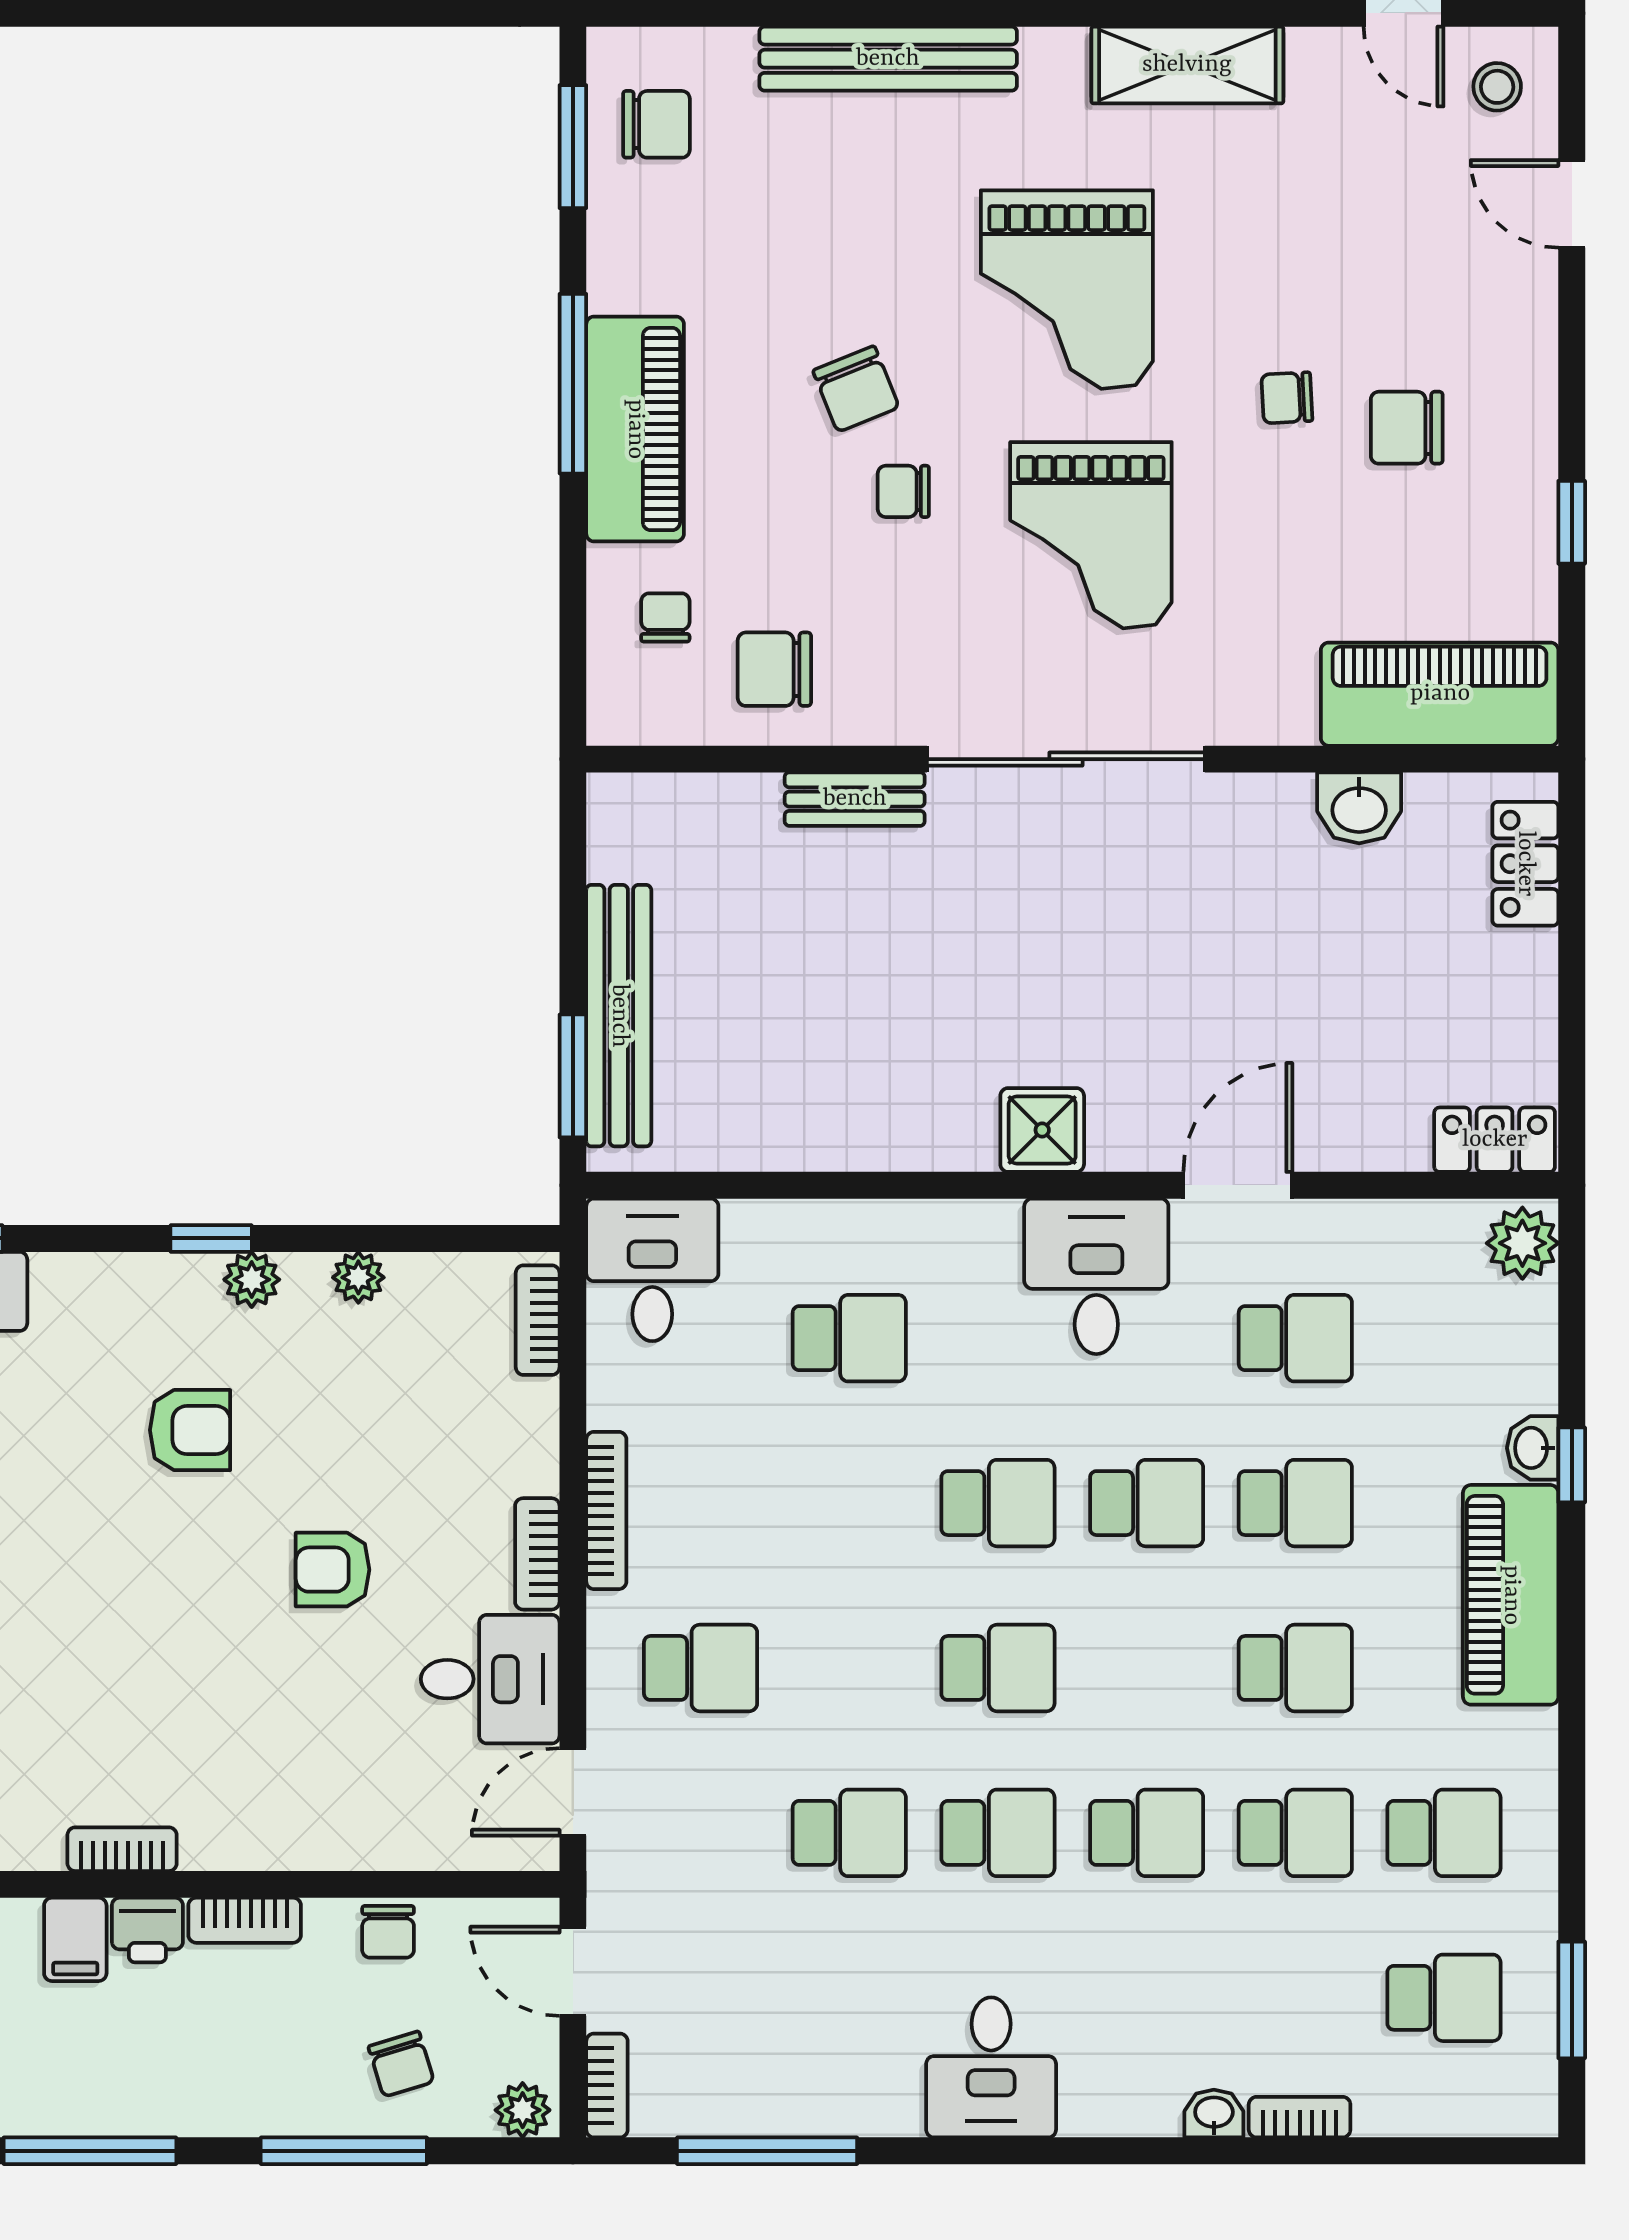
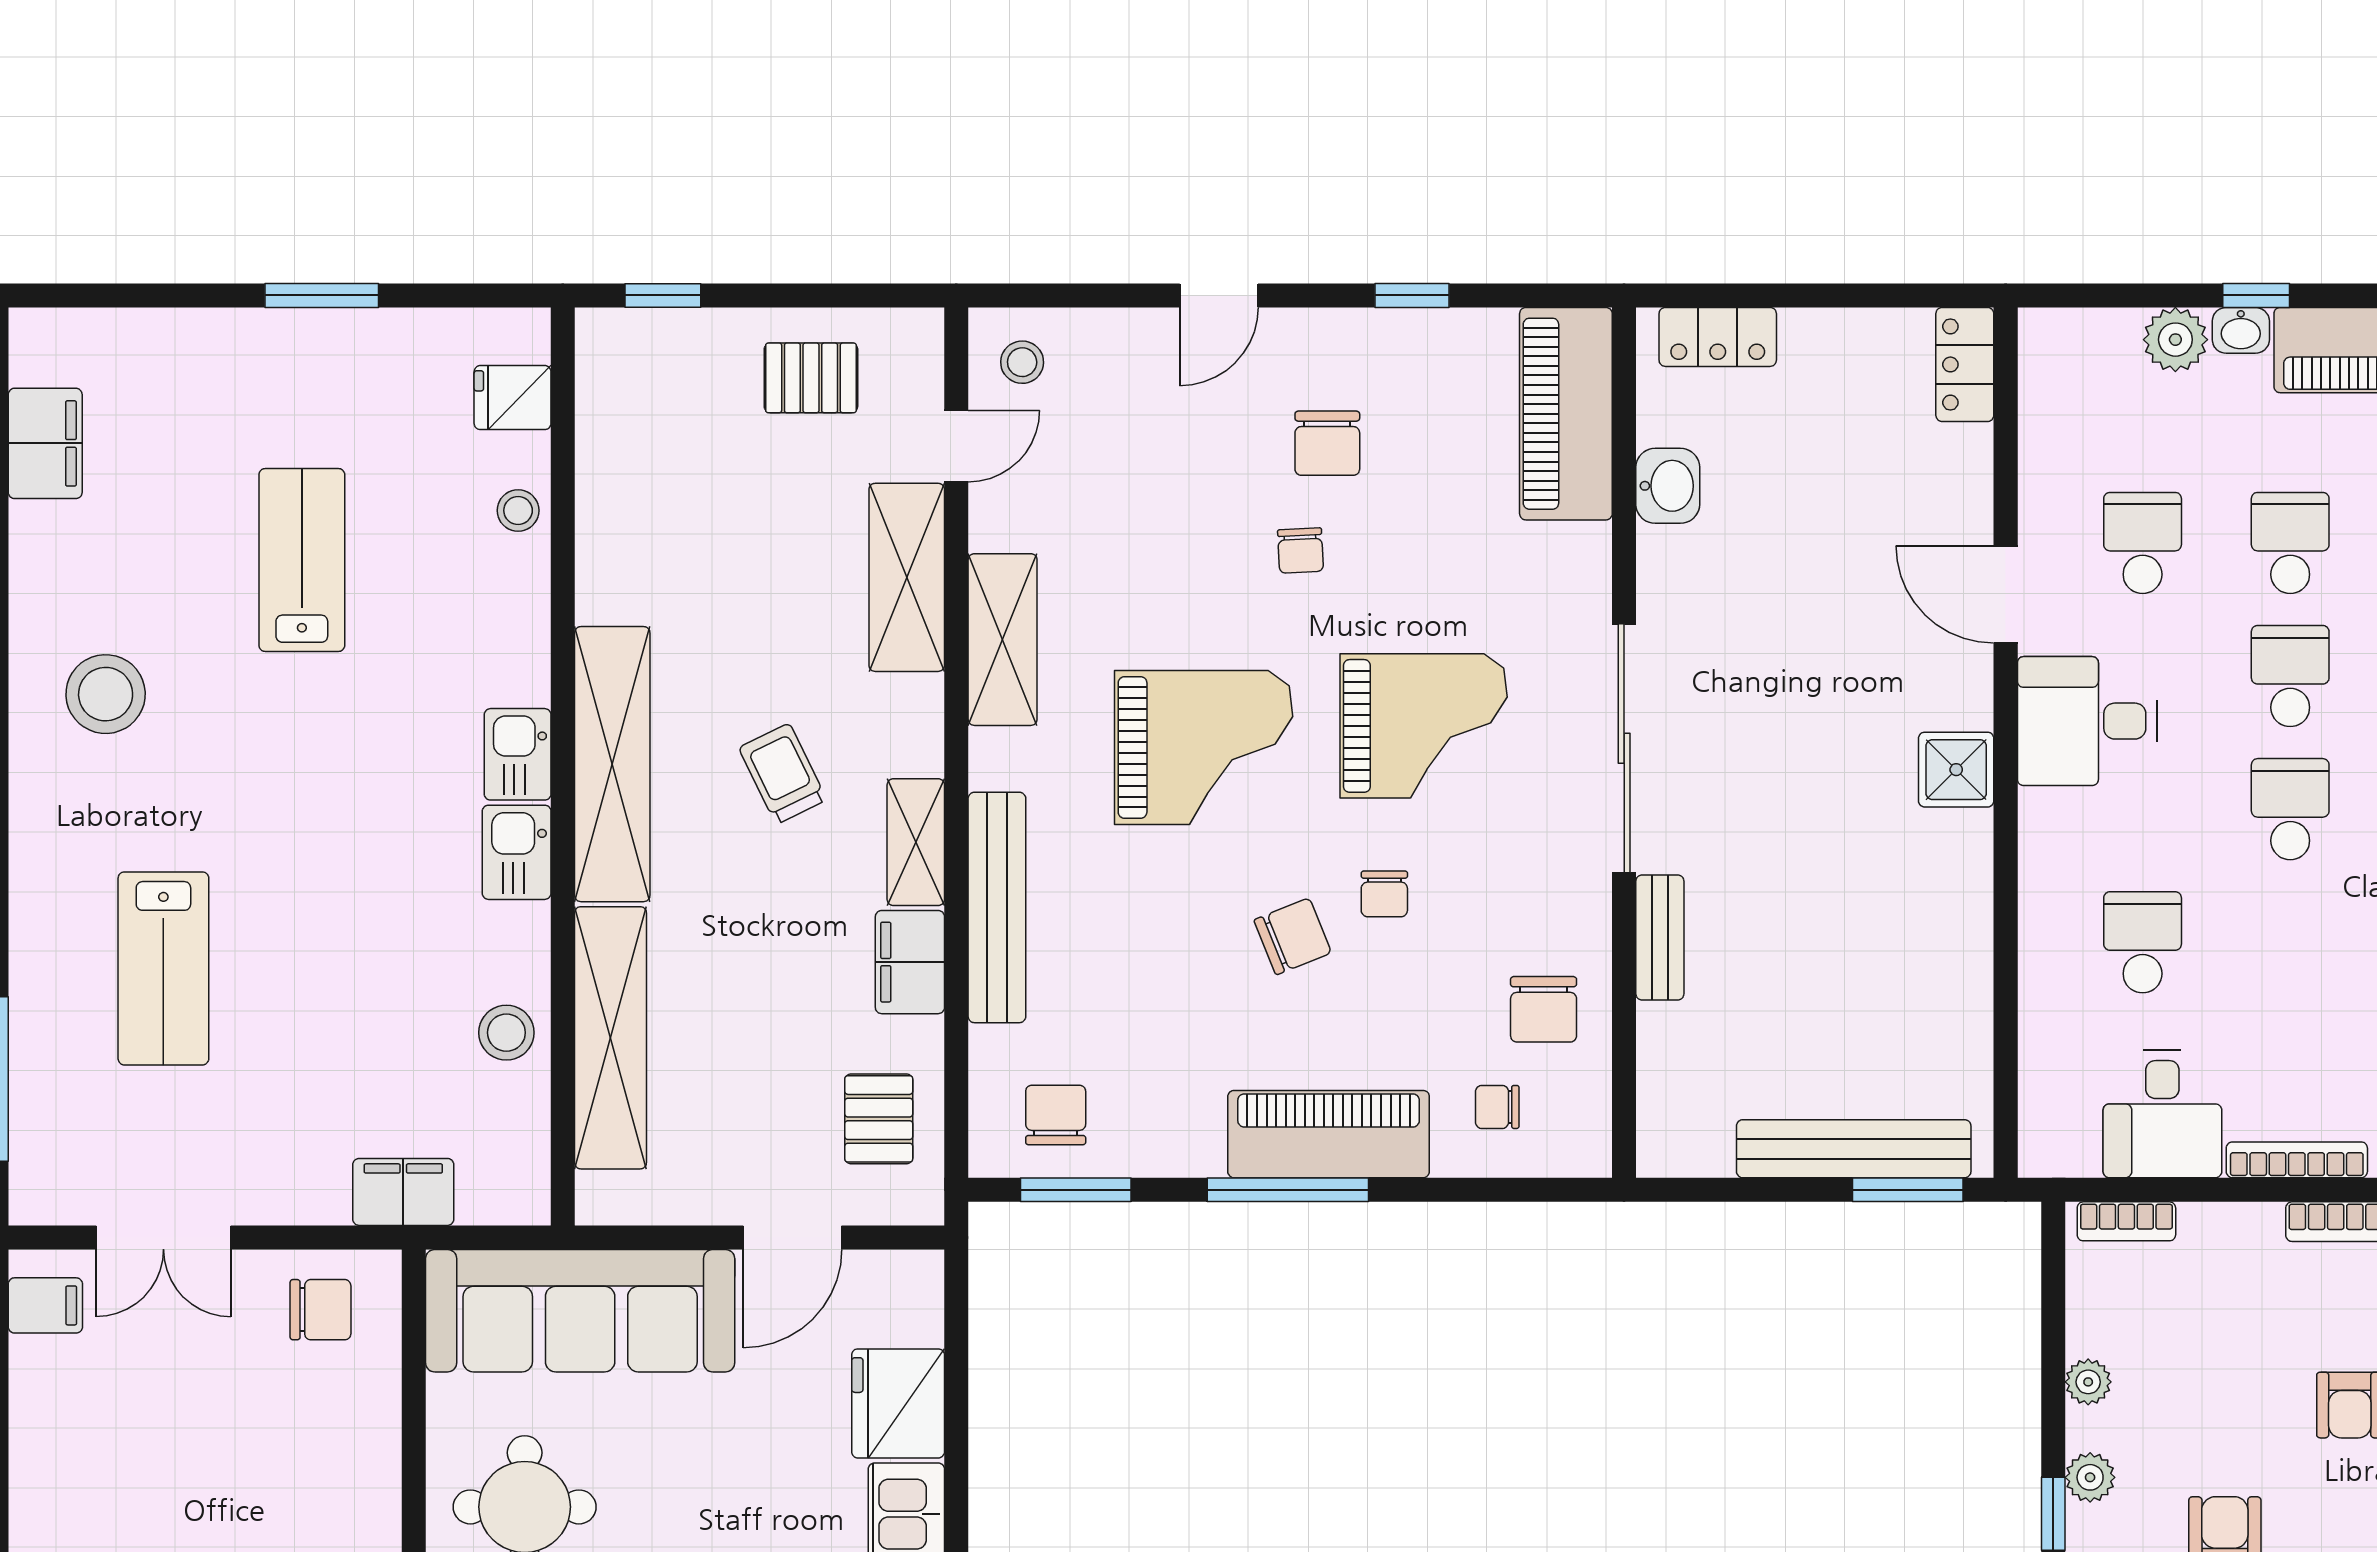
door: (1572, 204) -> (1219, 295), moved
plant: (1522, 1243) -> (2175, 340), moved
desk: (652, 1270) -> (2162, 1114), moved, turned -90

